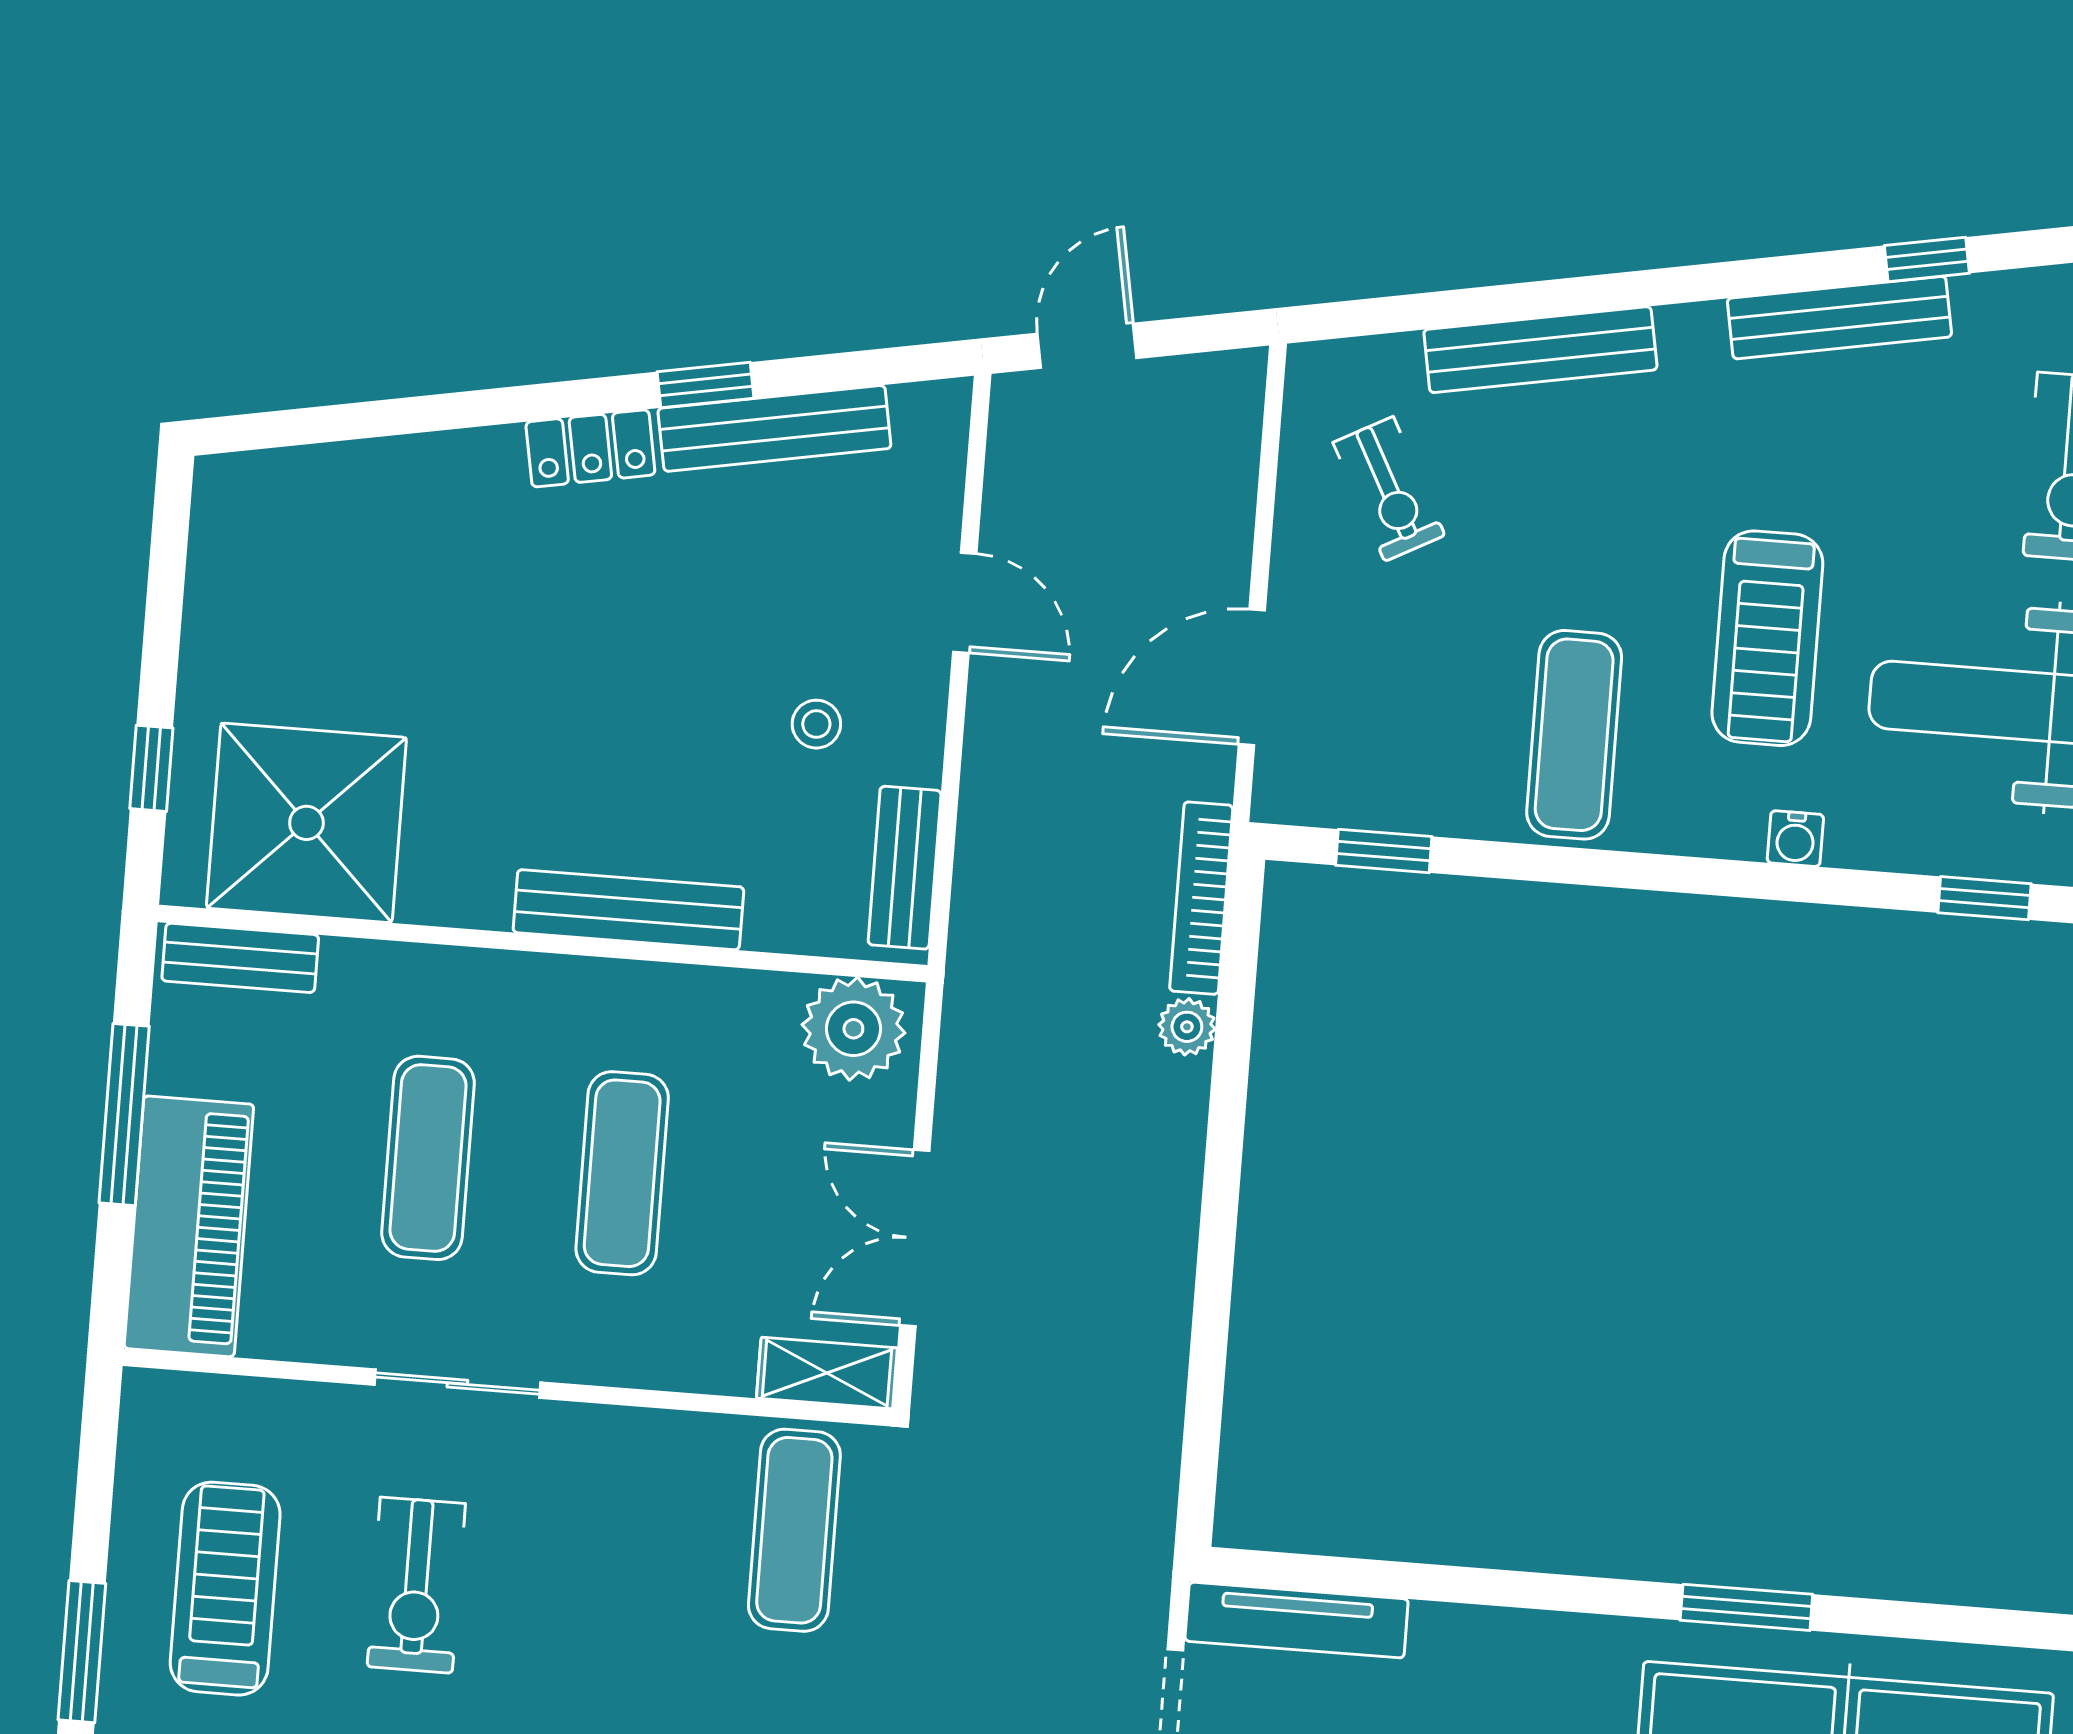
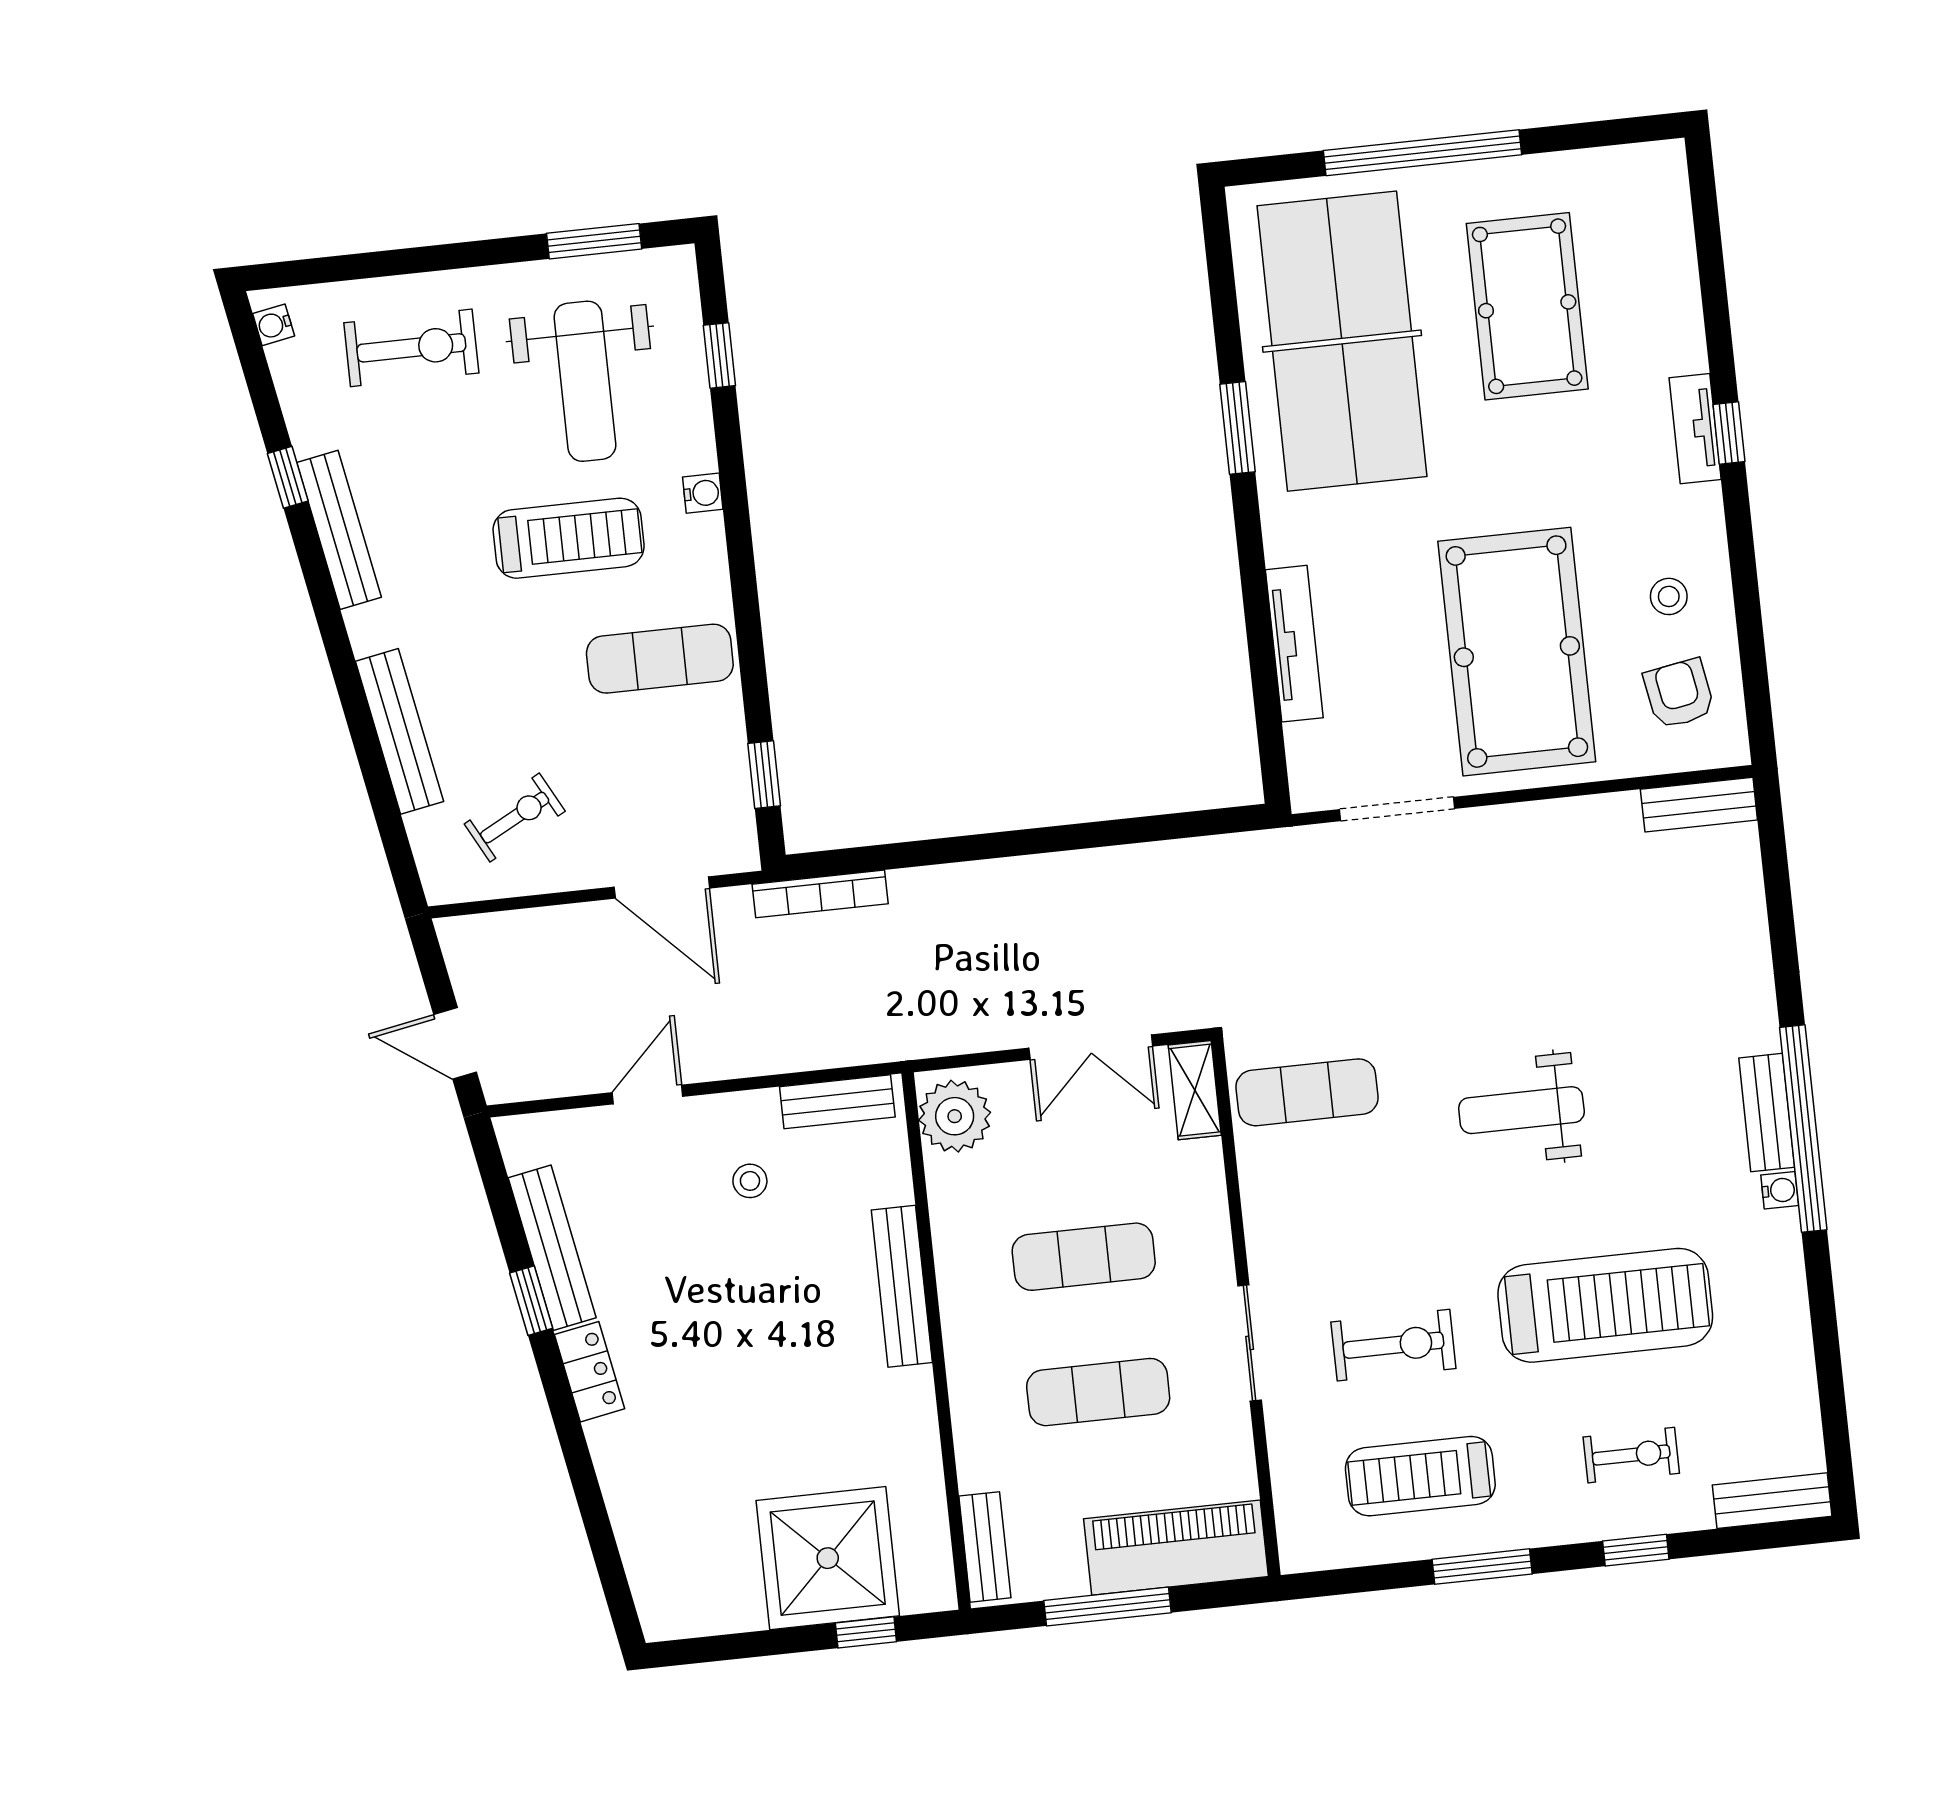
shower: (306, 823) -> (828, 1558), moved
plant: (1187, 1027) -> (910, 887), removed
tv unit: (1297, 1620) -> (1294, 644), moved

